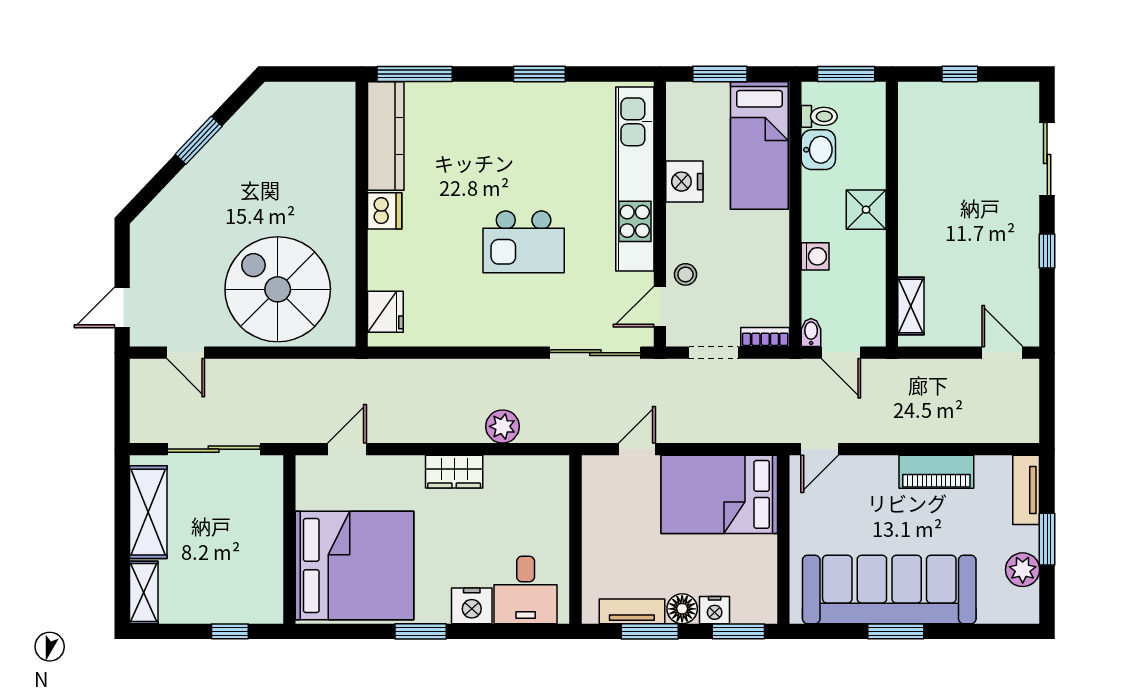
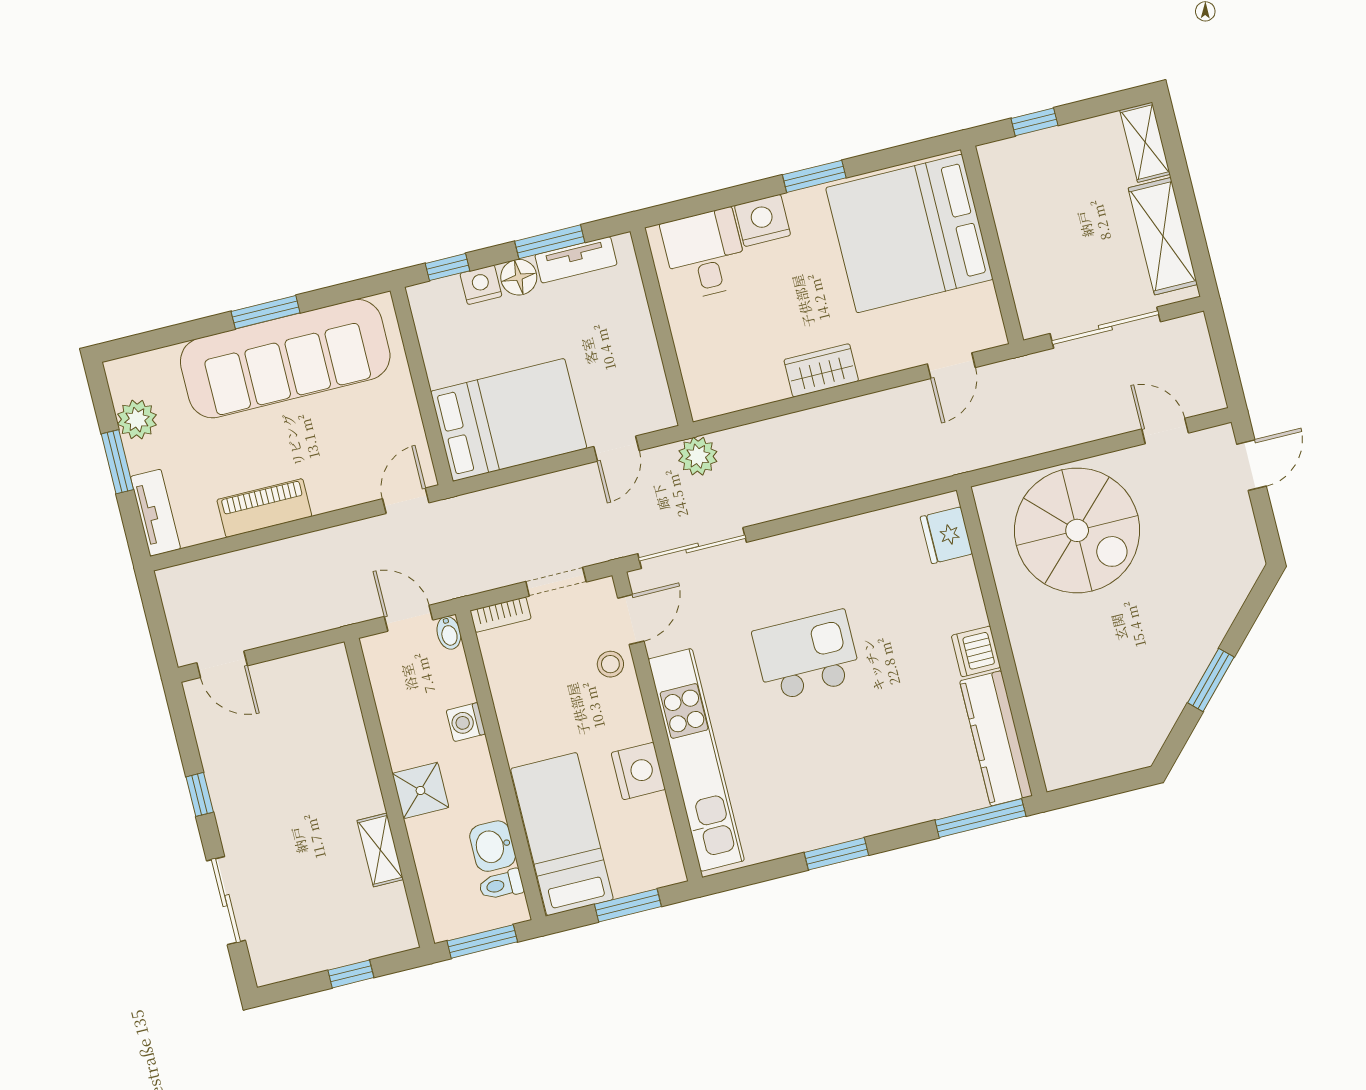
shelving: (911, 306) -> (380, 850), moved
plant: (503, 426) -> (698, 456), moved
window: (738, 631) -> (447, 267), width x0.67

